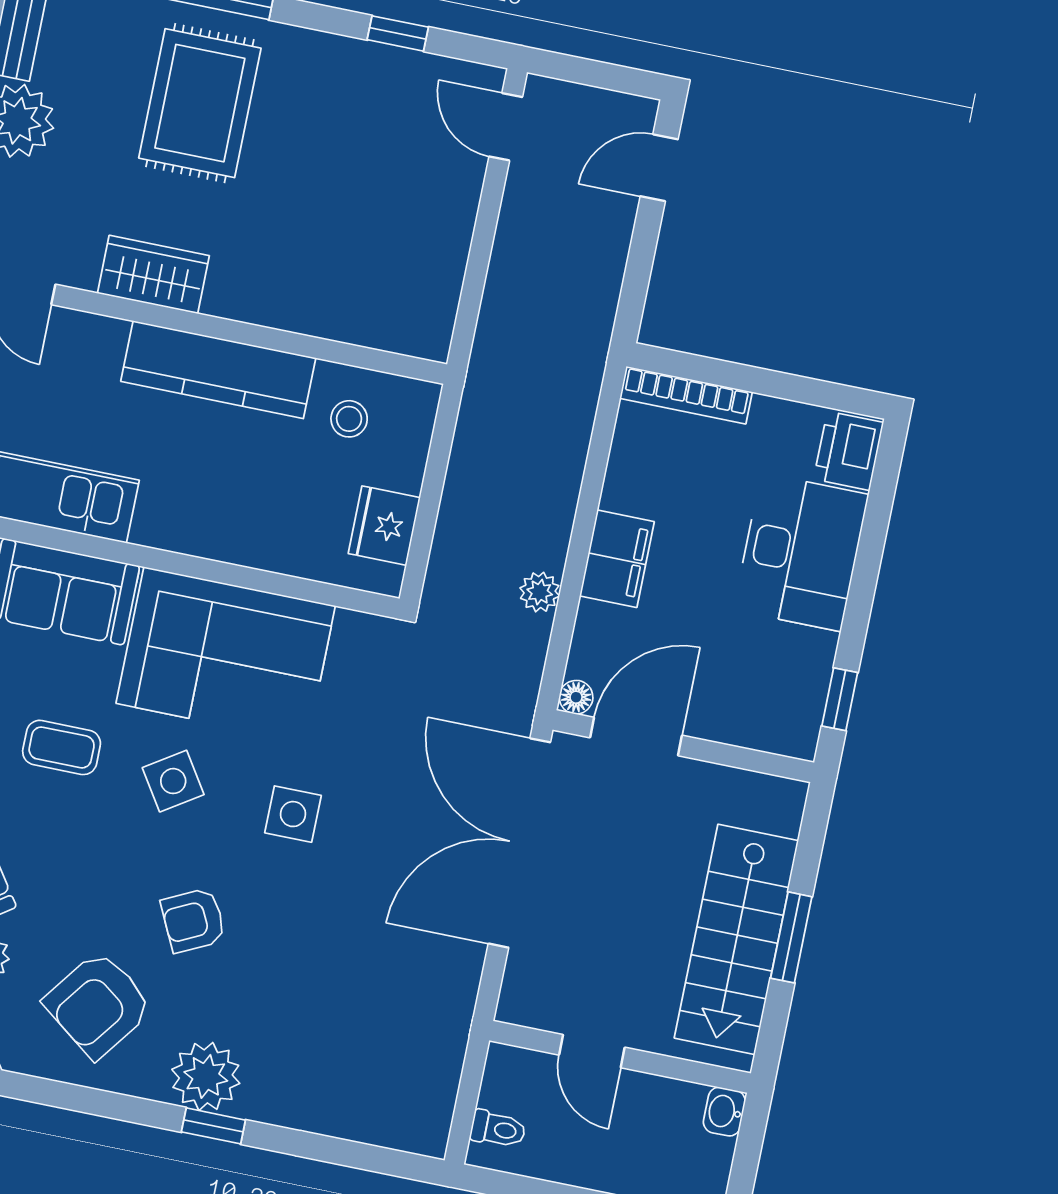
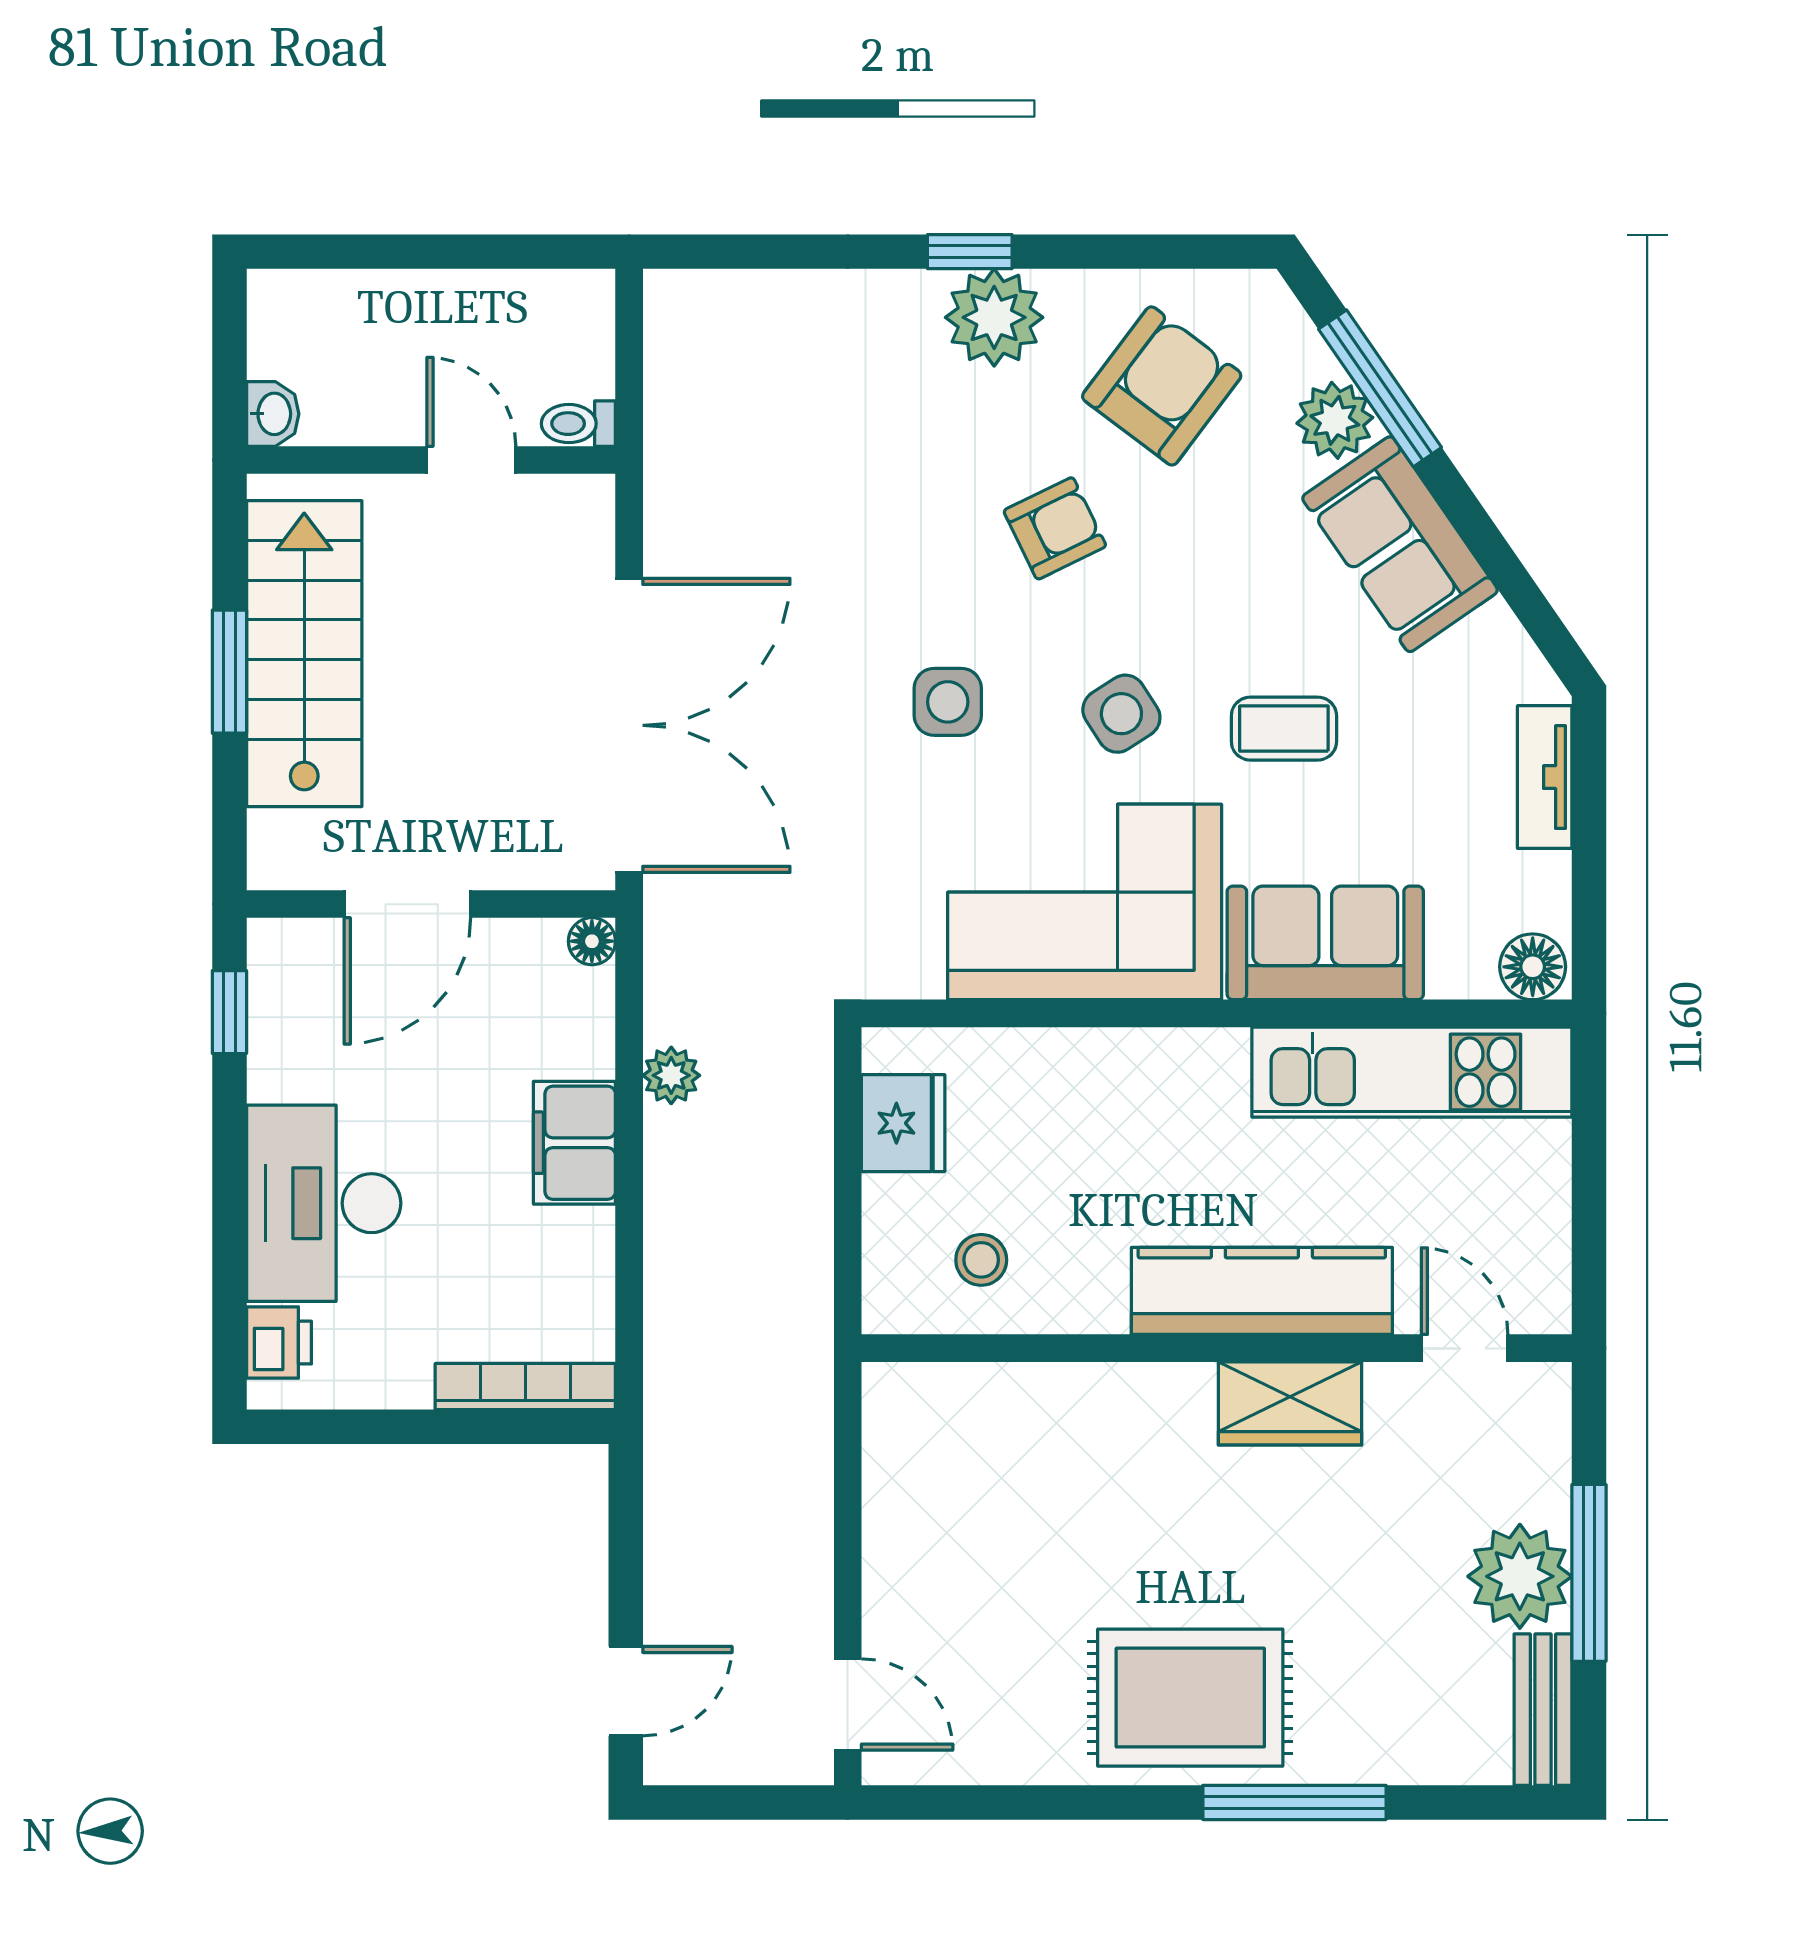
window: (398, 33) -> (1022, 1802), removed
rug: (200, 103) -> (1190, 1698), moved, turned 90
kitchen counter: (218, 370) -> (1262, 1291), moved
printer: (849, 451) -> (279, 1343), width x0.73, depth x0.81
door: (636, 737) -> (407, 904), moved
toilet: (498, 1129) -> (578, 424), moved

